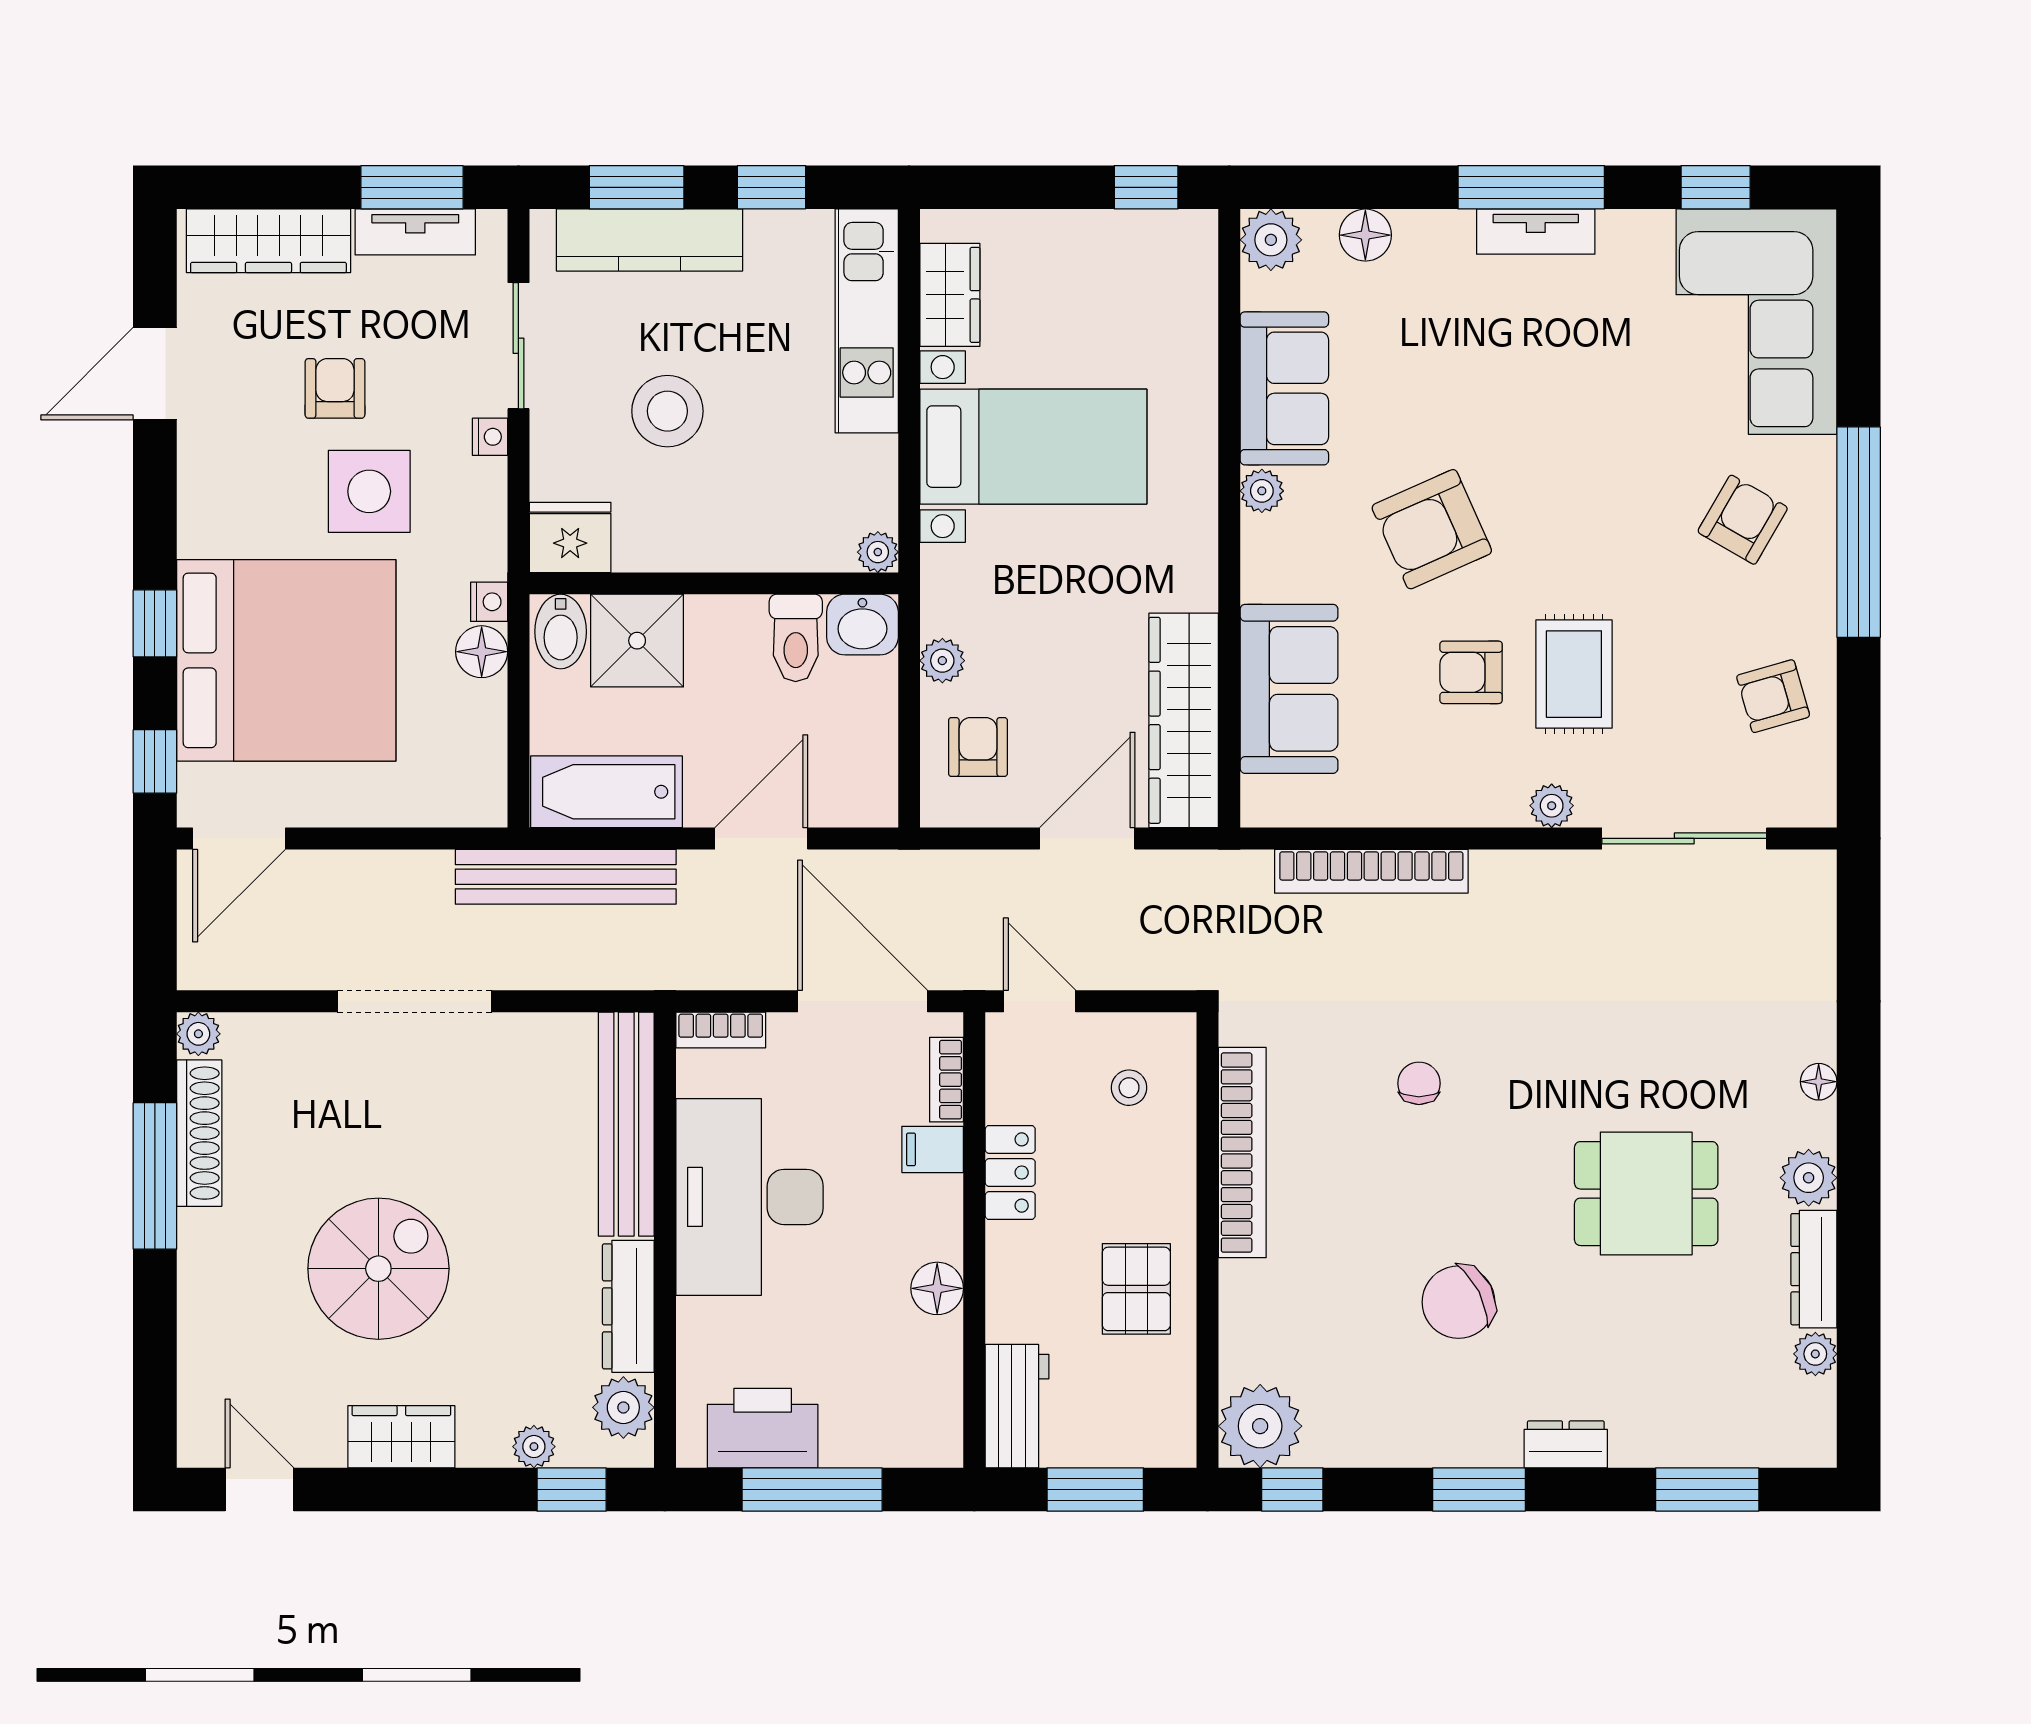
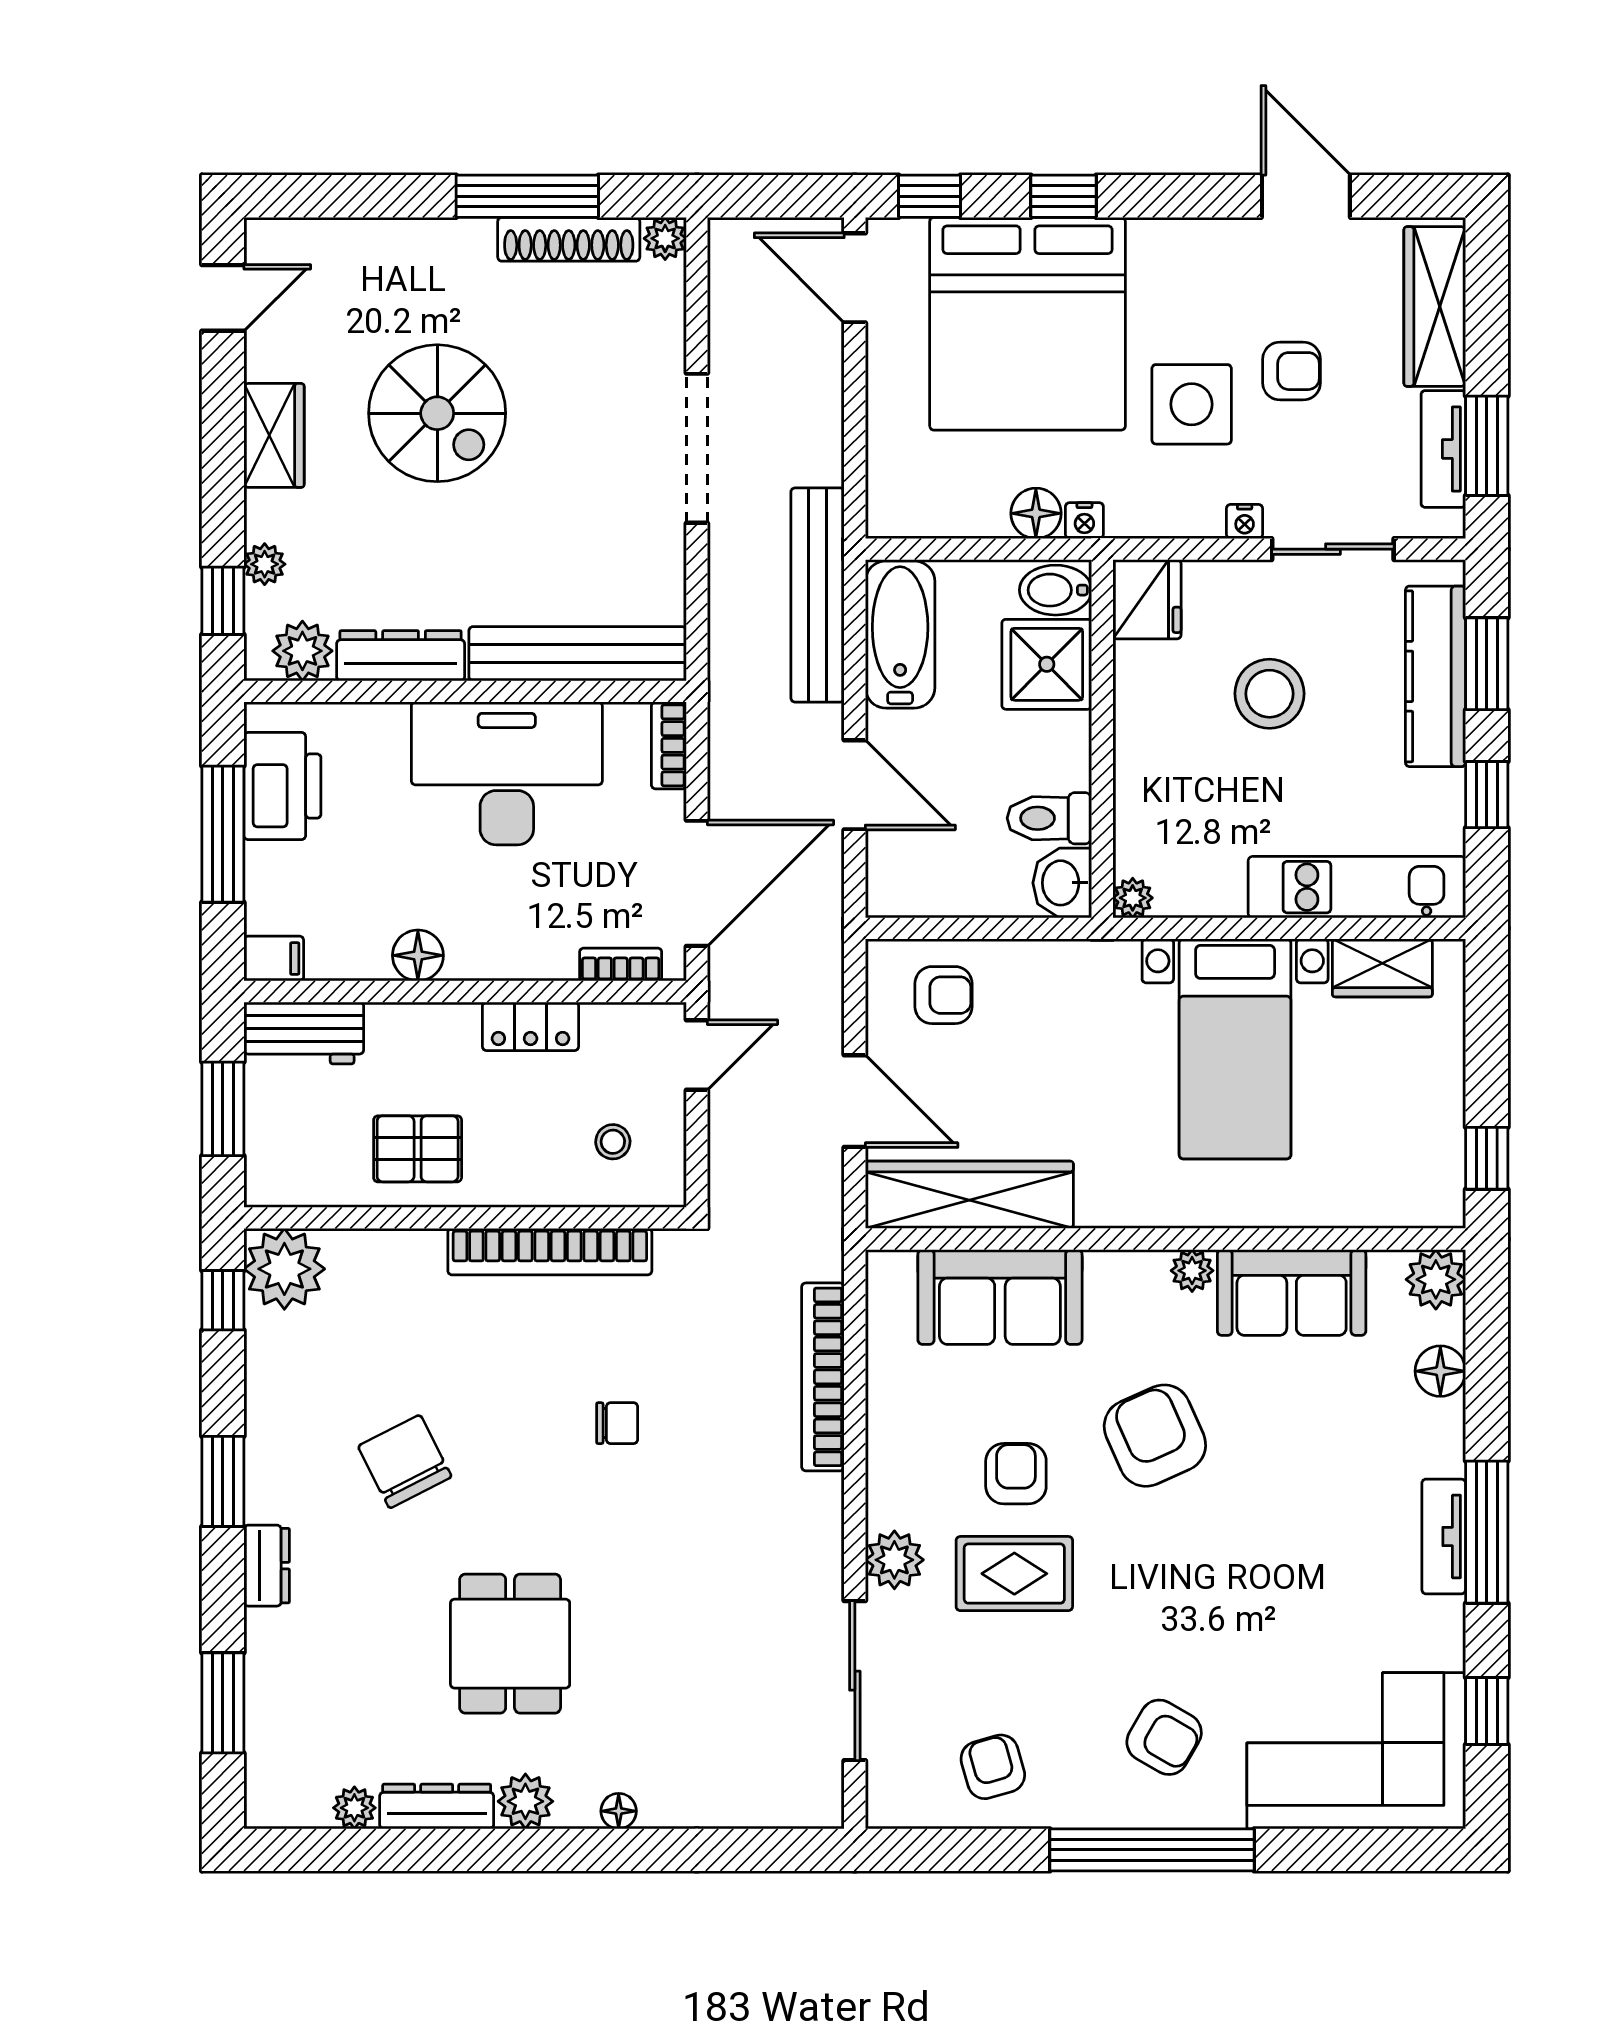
plant: (942, 661) -> (1027, 960), removed
plant: (1552, 806) -> (894, 1560), width x1.38, depth x1.38
filing cabinet: (933, 1149) -> (274, 959), moved, turned 90

